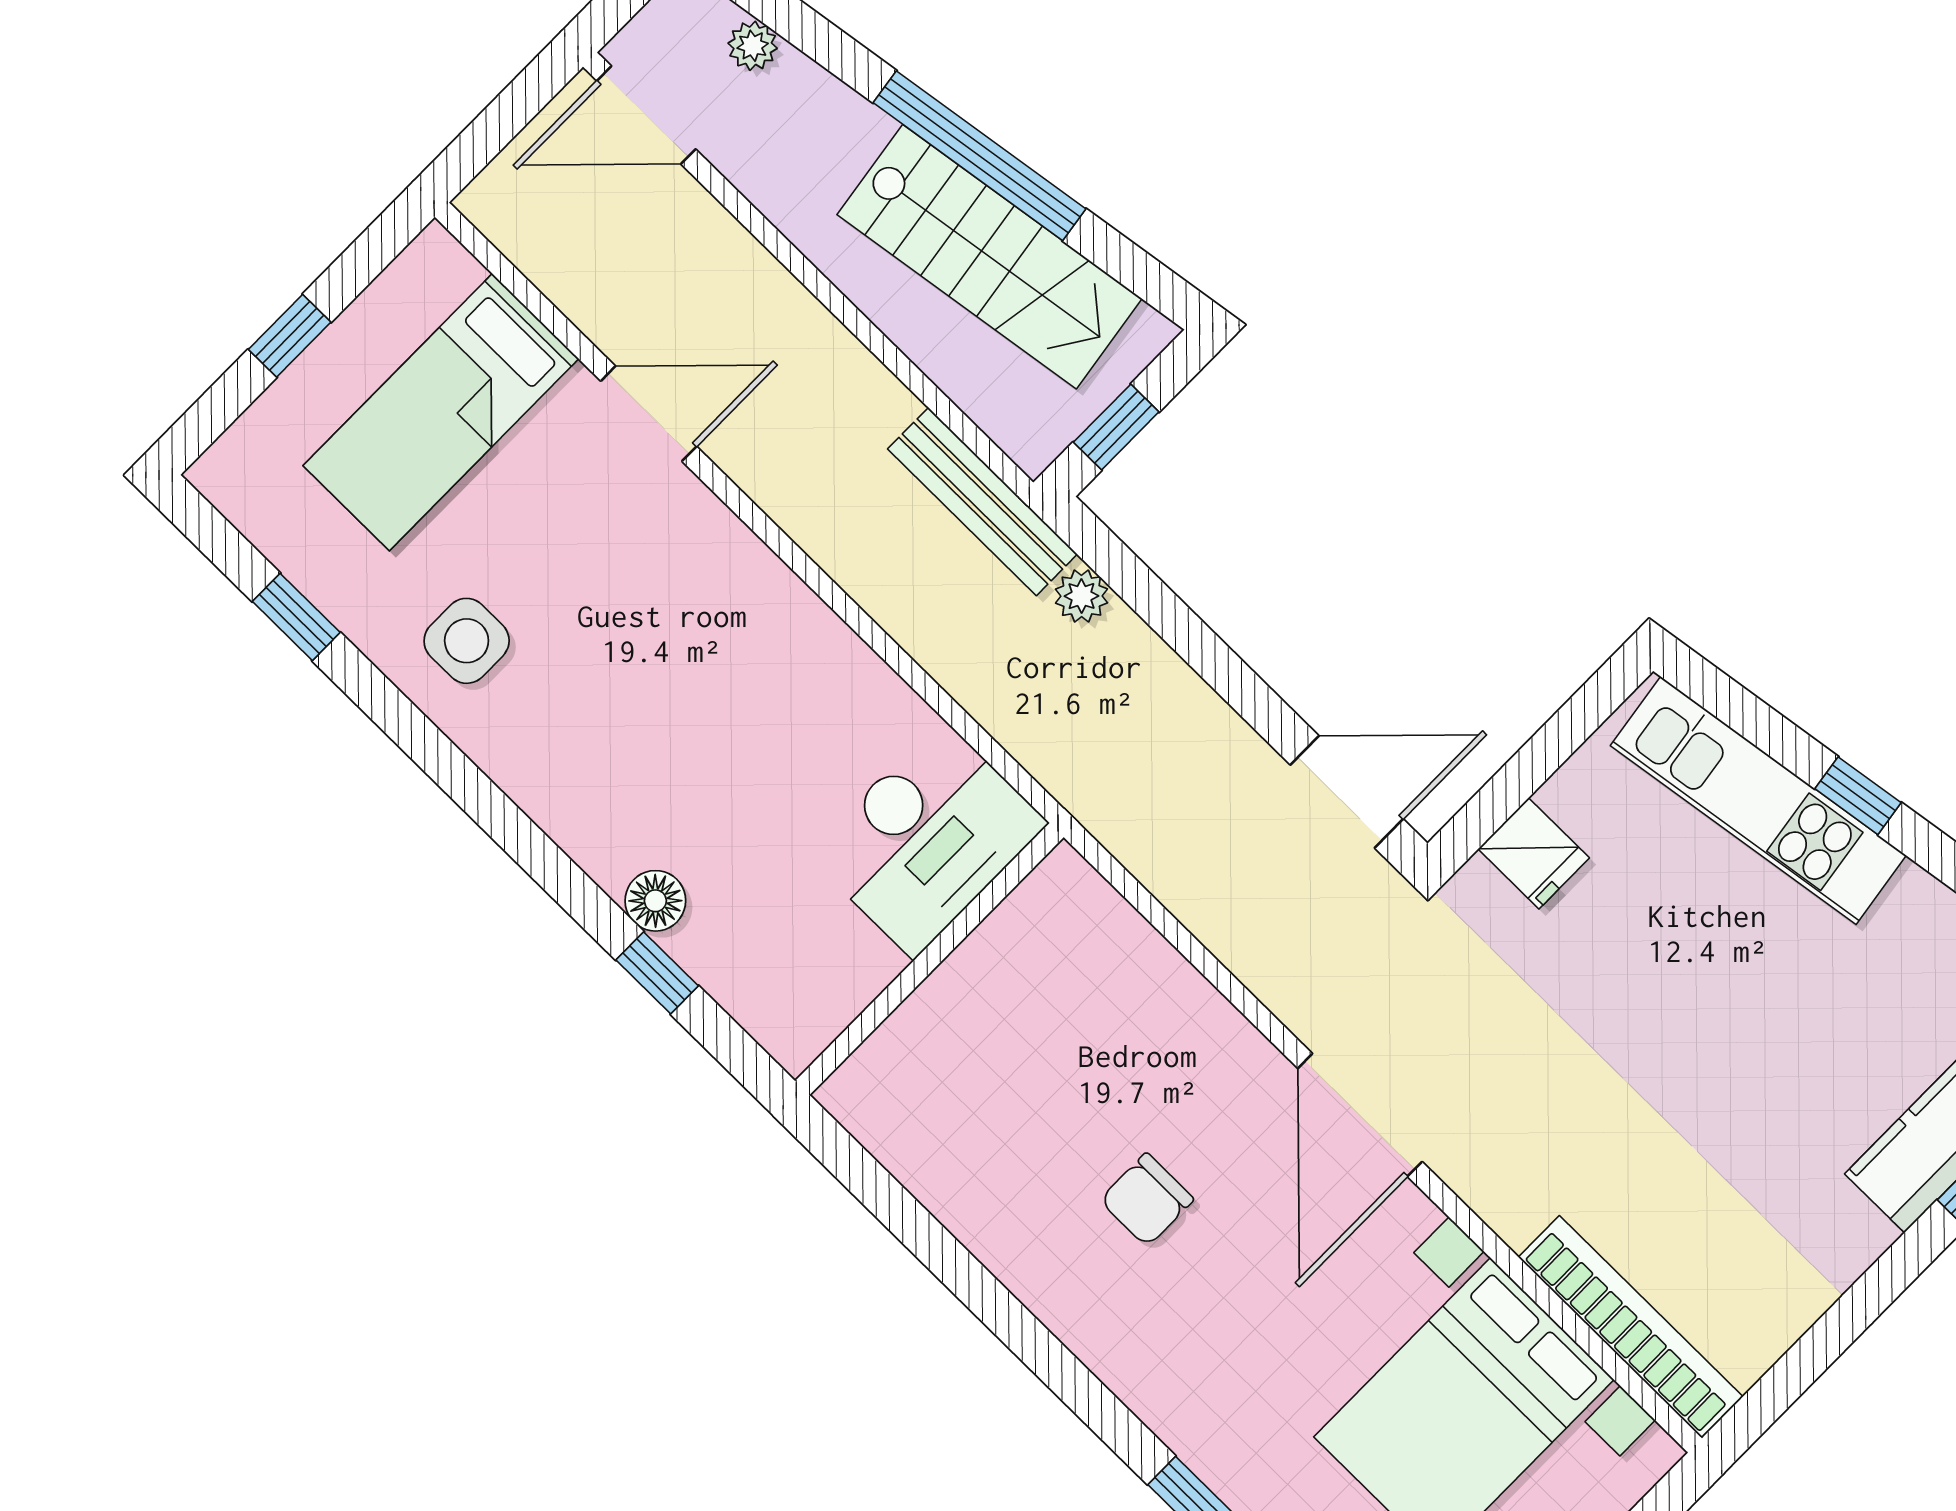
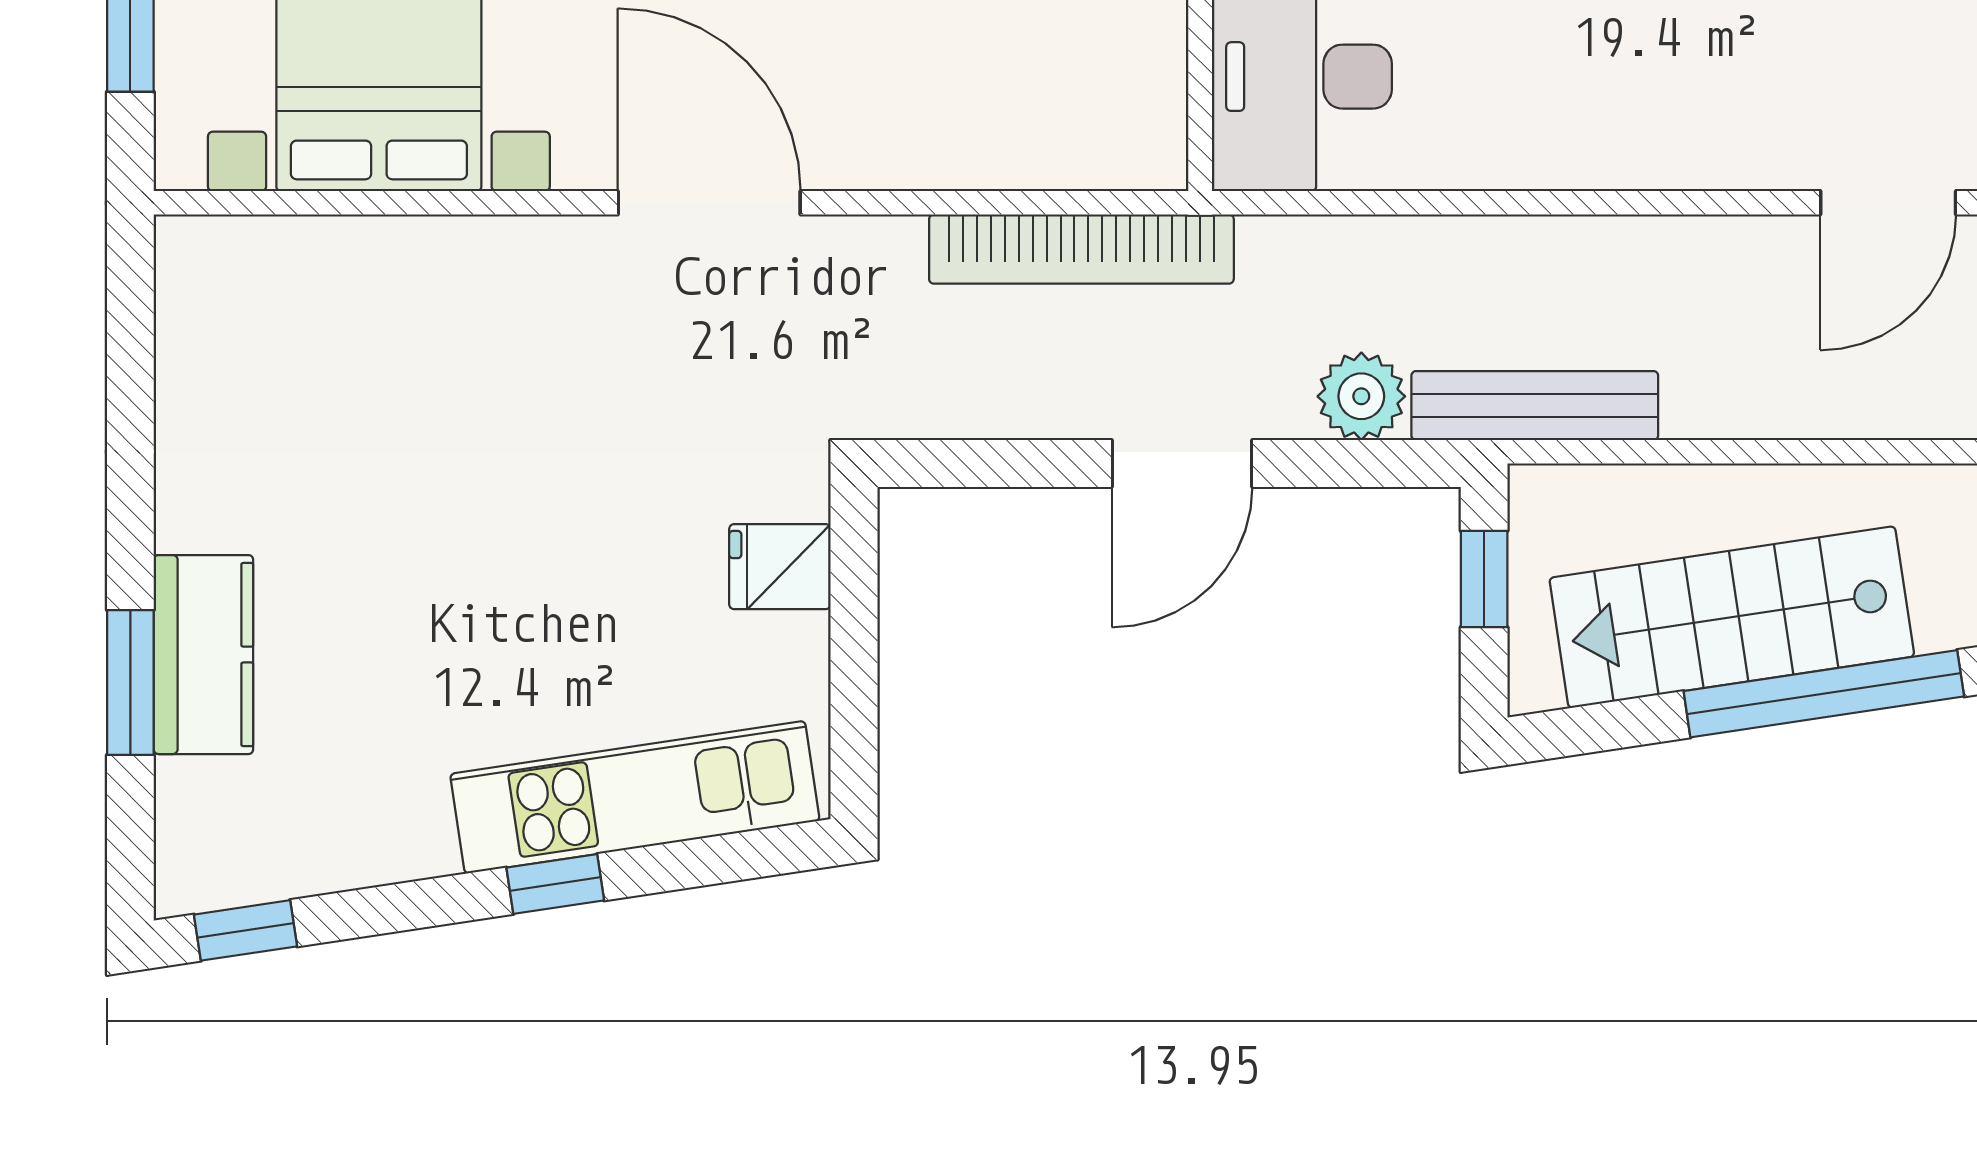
plant: (1081, 596) -> (1361, 396), width x1.38, depth x1.38
door: (1347, 792) -> (1182, 463), moved
bookcase: (1631, 1327) -> (1081, 249), moved

